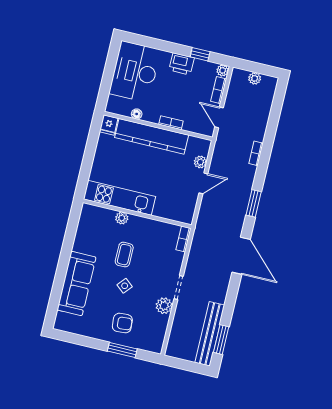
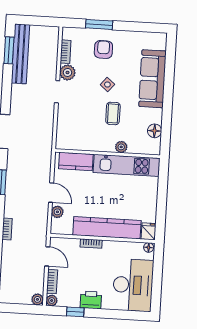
plant: (255, 78) -> (37, 299), moved
floor lamp: (137, 114) -> (149, 247), moved
door: (203, 183) -> (51, 193), swing flipped
kitchen counter: (172, 211) -> (76, 161), added
floor lamp: (84, 229) -> (155, 131), added
bookcase: (183, 239) -> (66, 52), moved
armchair: (122, 323) -> (103, 49), turned 94

